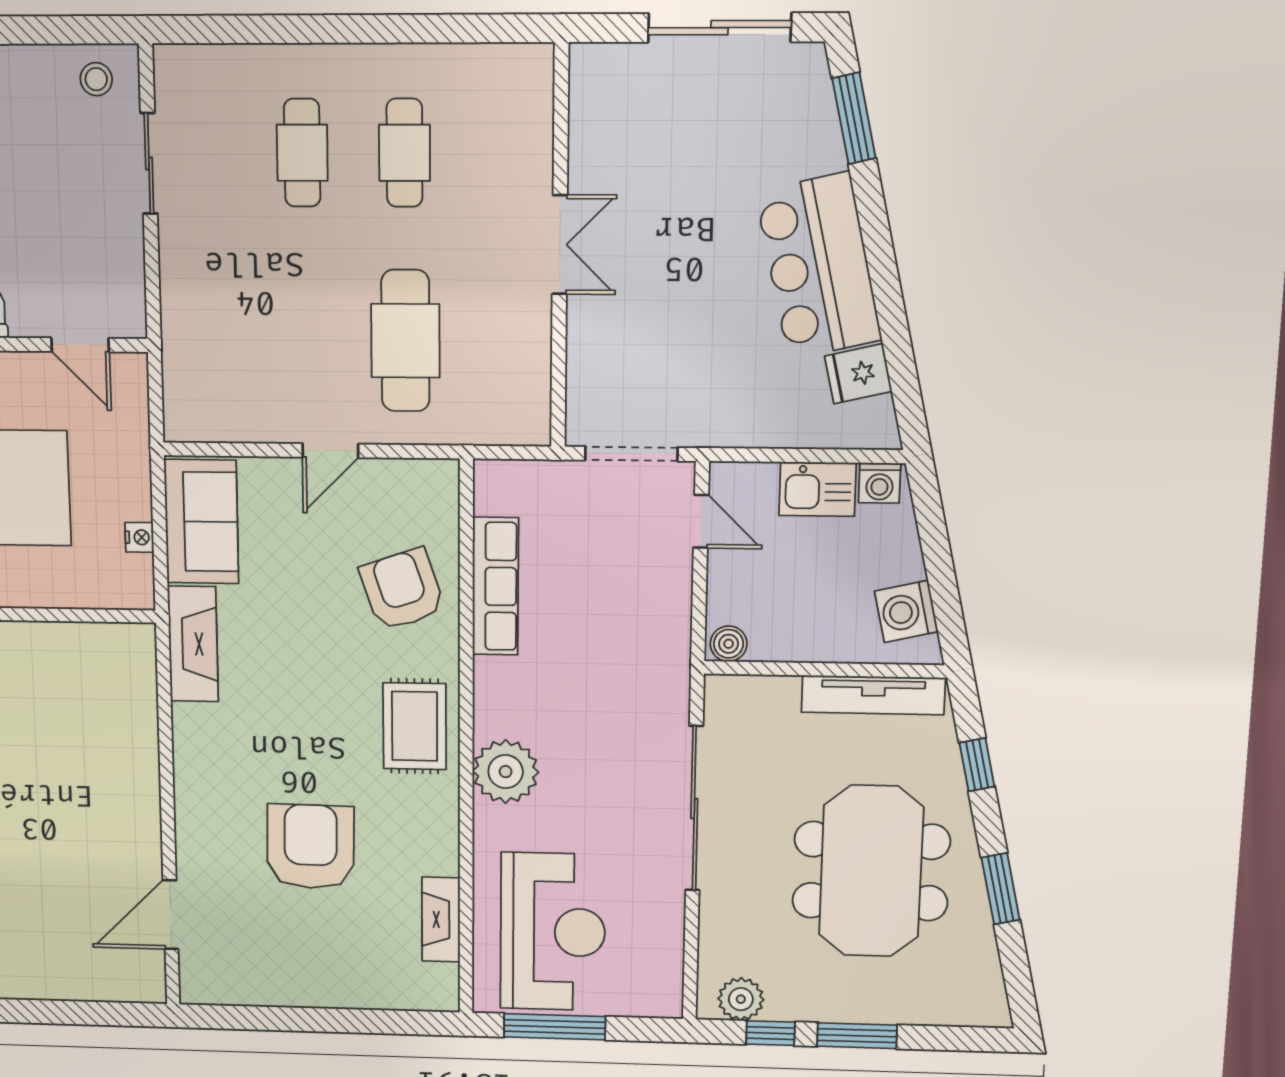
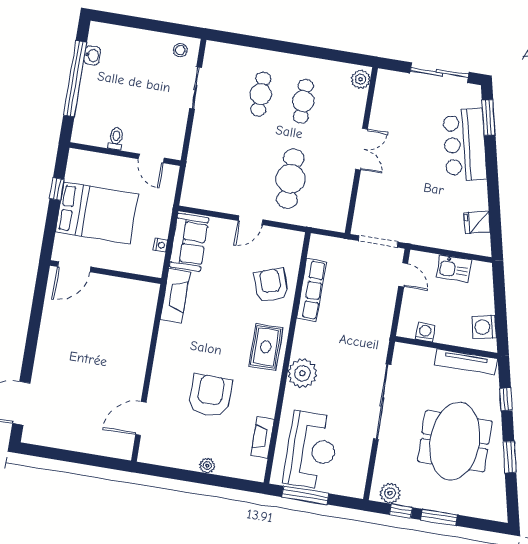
plant: (532, 77) -> (361, 79), added
bar counter: (819, 266) -> (465, 145), moved
washing machine: (880, 483) -> (425, 332), moved, turned 180
boiler: (729, 644) -> (407, 330), removed
plant: (331, 993) -> (207, 466), added

